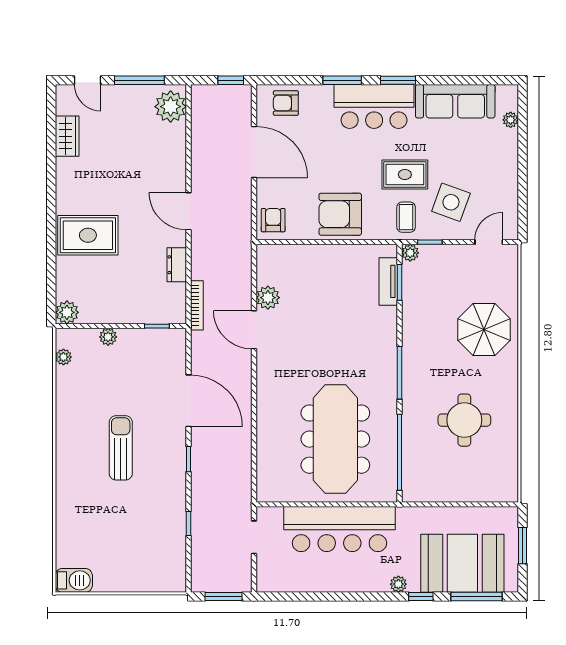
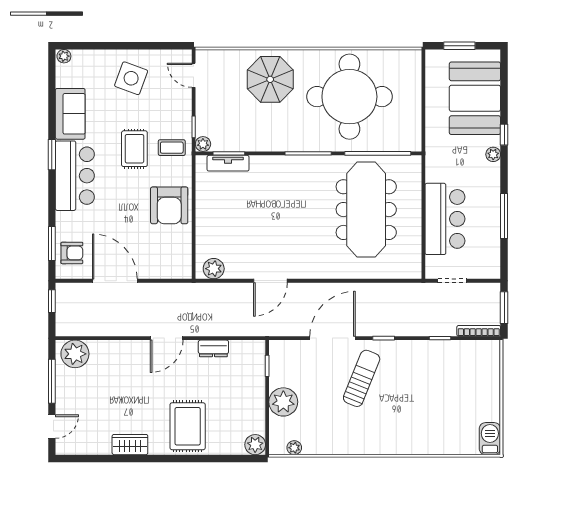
window: (342, 80) -> (52, 243), moved
sofa: (455, 101) -> (70, 114), width x0.73
armchair: (286, 103) -> (72, 253), turned -90
plant: (511, 120) -> (64, 56), moved
wardrobe: (67, 136) -> (130, 445), moved
door: (254, 152) -> (115, 281), hinge flipped
side table: (451, 202) -> (131, 78), moved
armchair: (273, 220) -> (174, 264), removed
plant: (268, 298) -> (214, 269), moved
bookcase: (197, 305) -> (479, 331), moved
plant: (108, 337) -> (283, 402), width x1.88, depth x1.88
round table: (464, 420) -> (349, 97), width x1.86, depth x1.86
meeting table: (335, 439) -> (366, 210), turned 90
sun lounger: (121, 448) -> (362, 378), moved, turned 112
bar counter: (340, 529) -> (445, 219), width x0.73
window: (476, 597) -> (504, 216), moved

